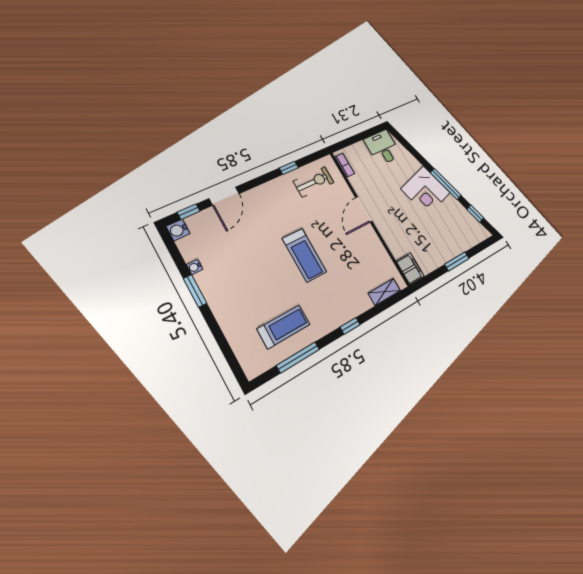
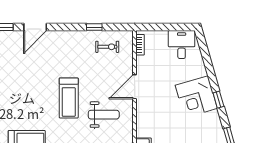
exercise bike: (314, 182) -> (107, 47), width x0.73, depth x0.72
window: (446, 184) -> (218, 100), width x0.46
weight bench: (351, 254) -> (104, 115), added

